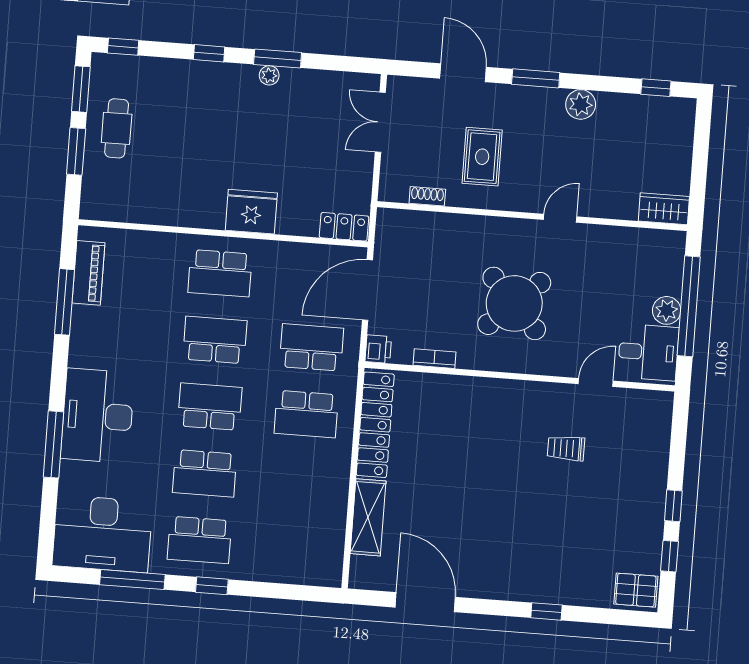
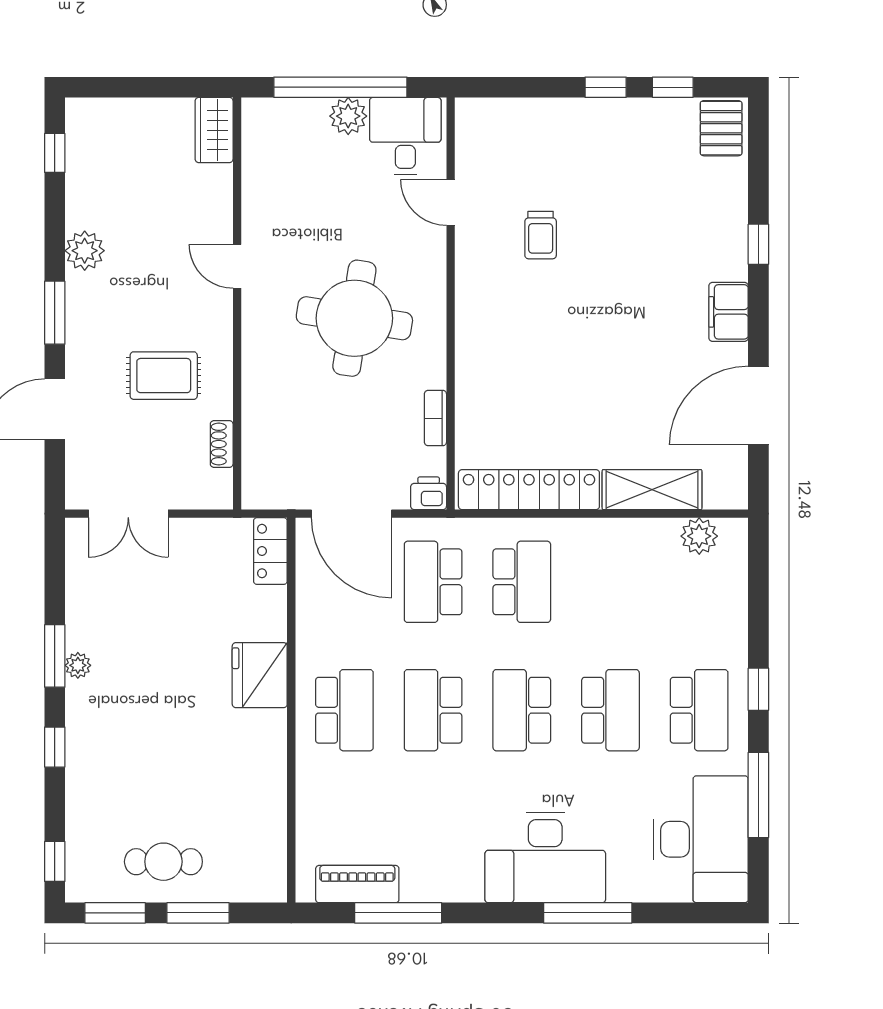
round table: (514, 303) -> (354, 318), turned -38
plant: (330, 550) -> (699, 536), added
filing cabinet: (497, 585) -> (729, 312), added

